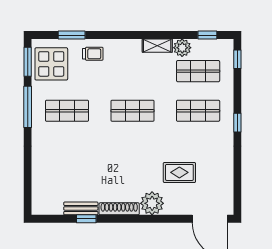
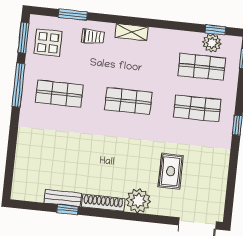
shelving: (157, 46) -> (132, 32), moved
plant: (182, 48) -> (212, 43), moved
display table: (51, 64) -> (48, 43), width x0.73, depth x0.73
rug: (179, 172) -> (171, 171), turned 90

